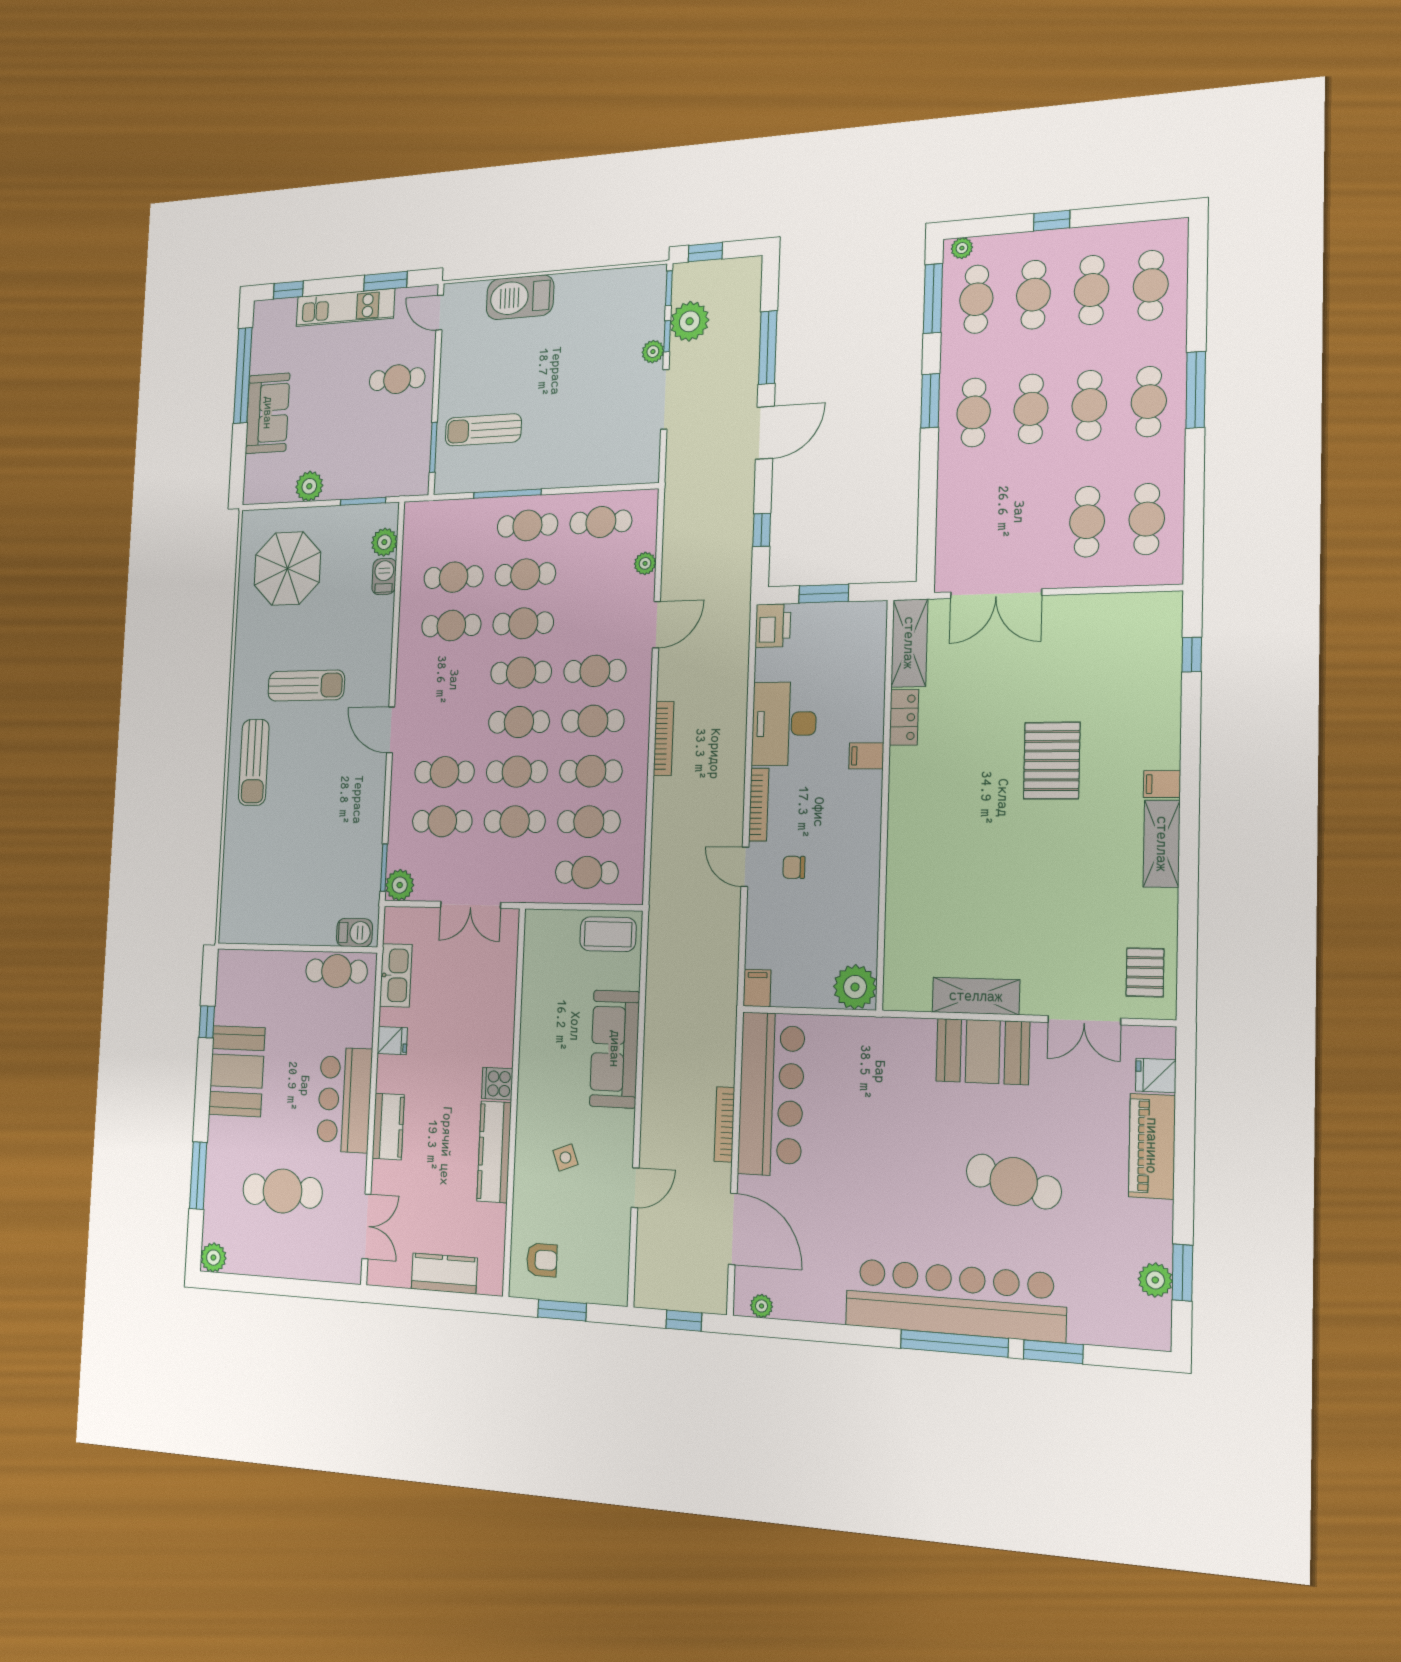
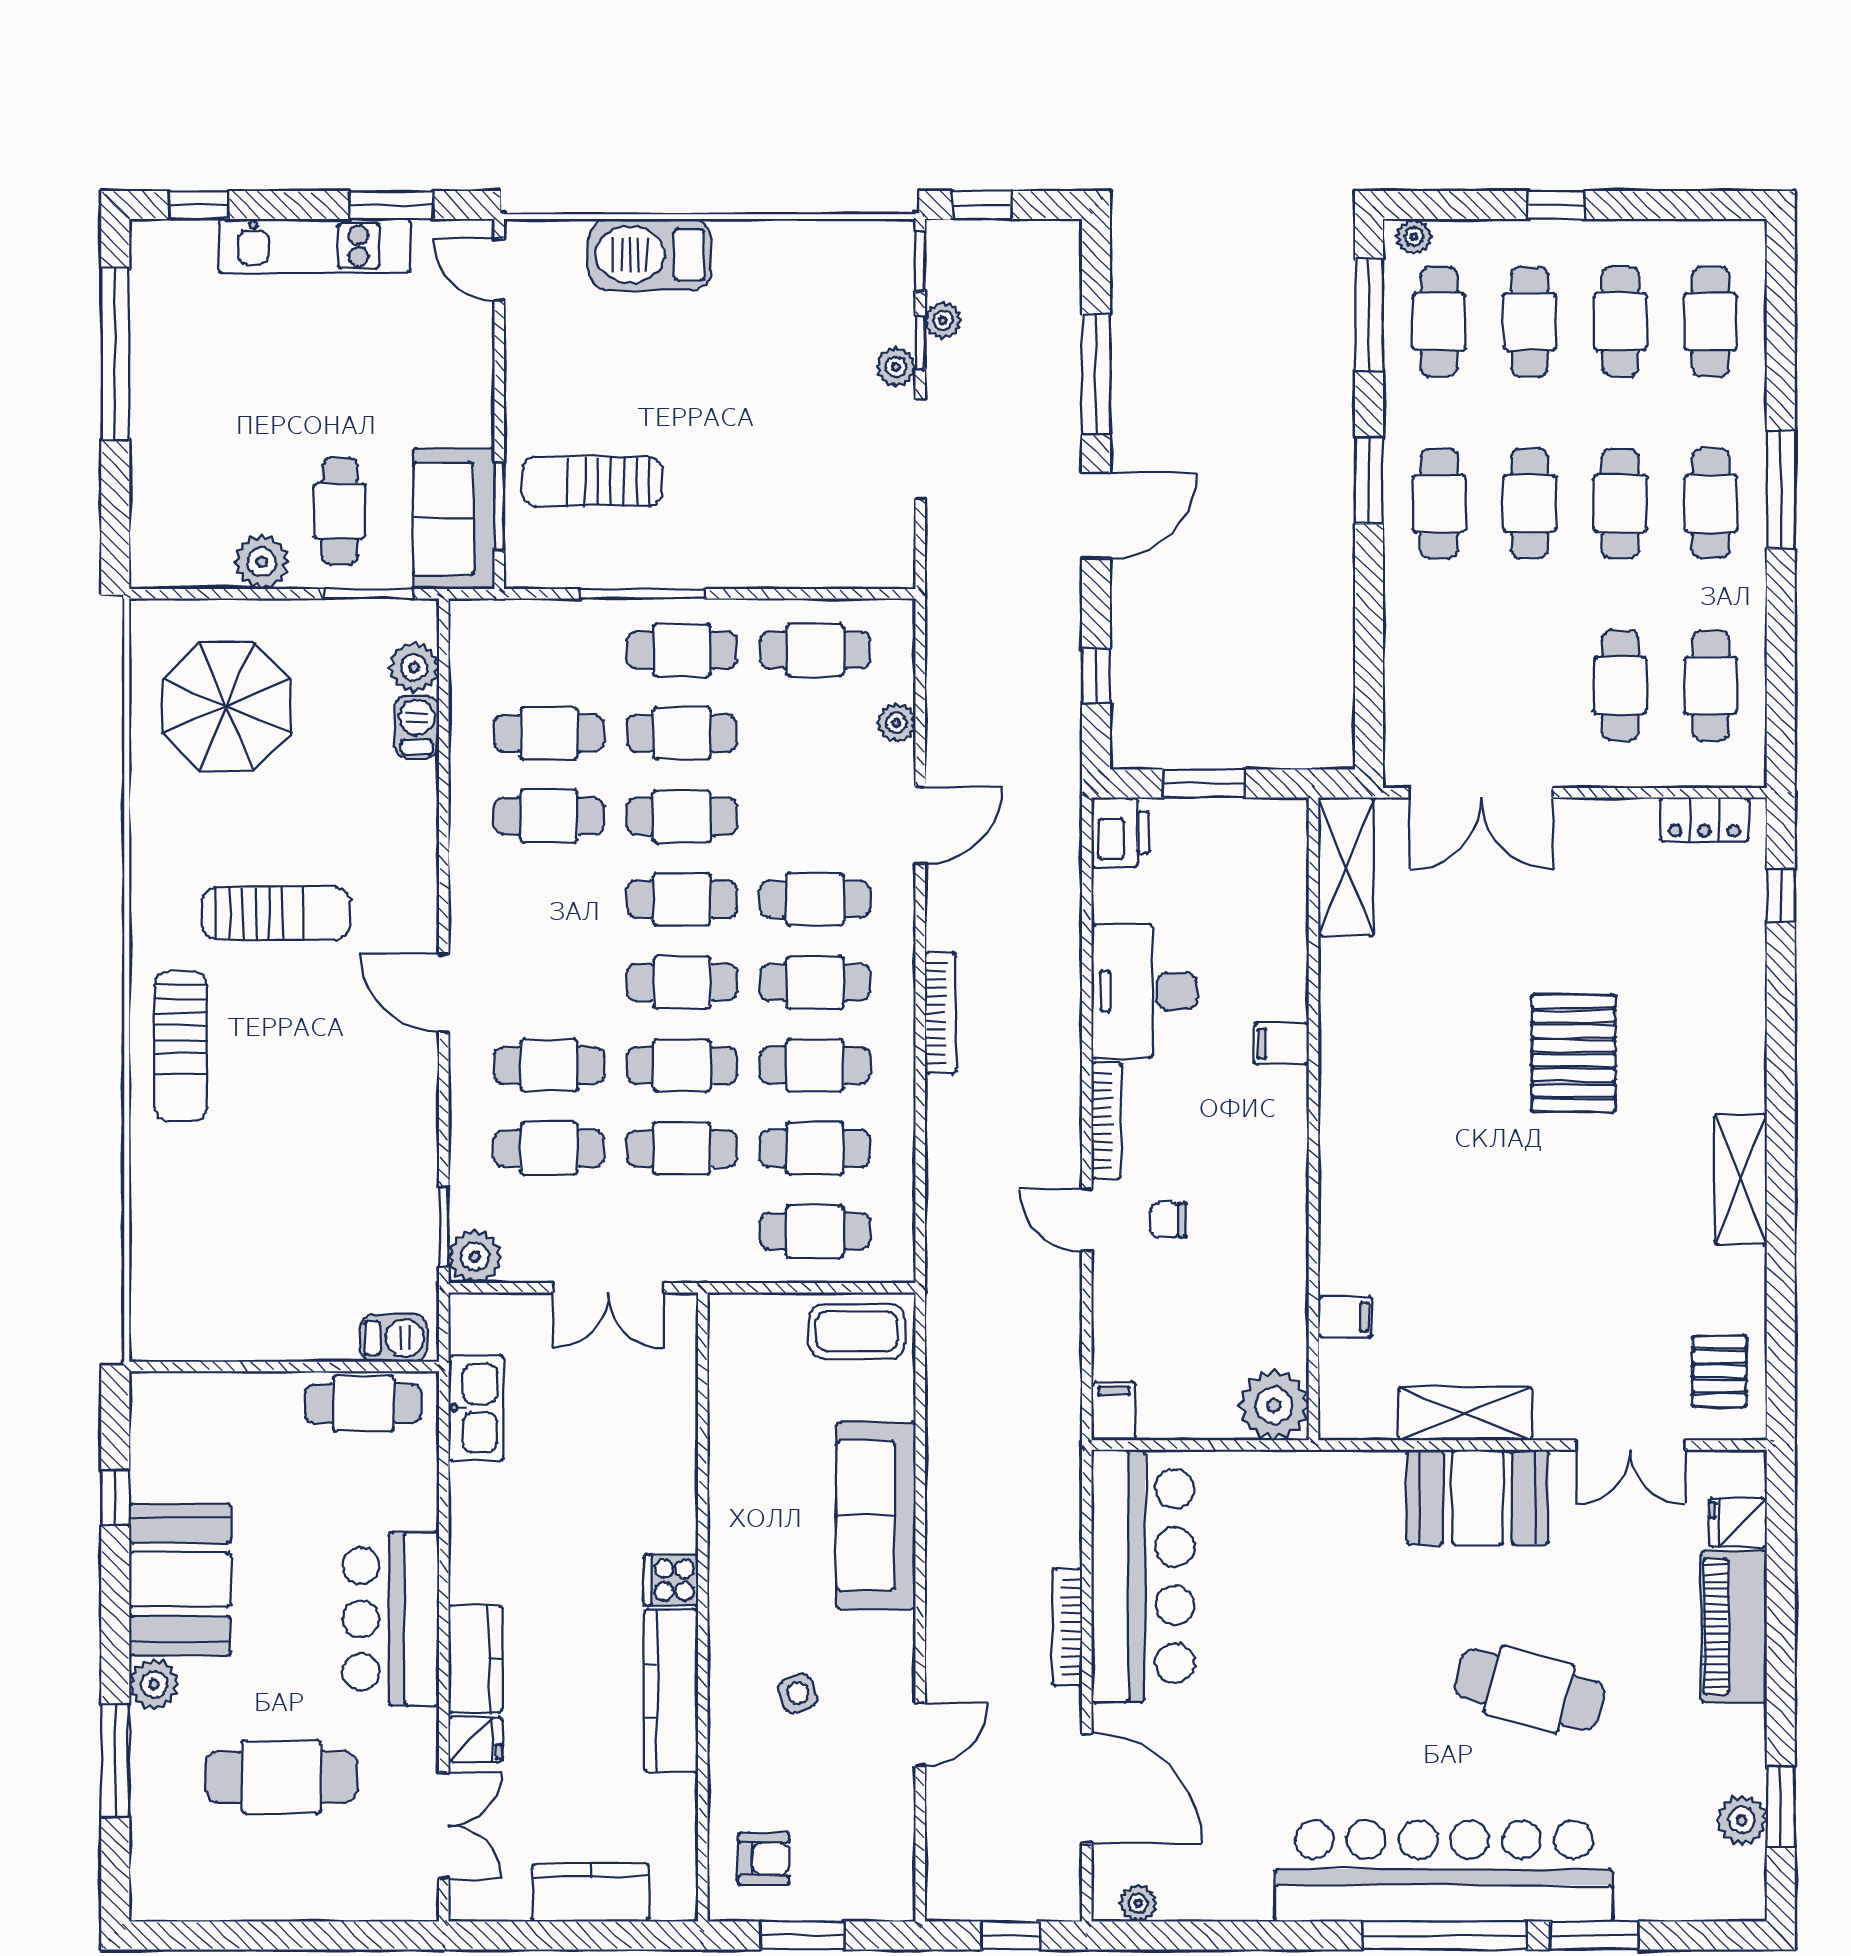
plant: (690, 321) -> (943, 320), width x0.53, depth x0.53
cafe table: (397, 379) -> (340, 511), moved, turned 90
sofa: (268, 413) -> (454, 519), moved, turned 180
locker: (904, 717) -> (1704, 820), moved, turned 90
filing cabinet: (1162, 784) -> (1345, 1317), moved, turned 180
fridge: (392, 1041) -> (475, 1739), moved
plant: (213, 1258) -> (154, 1684), moved

